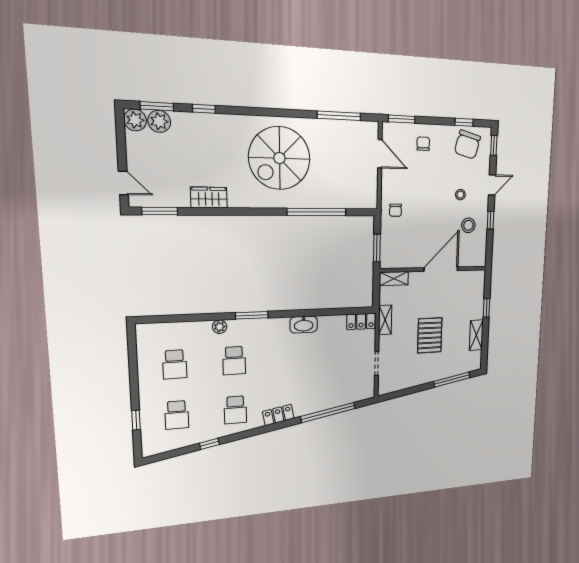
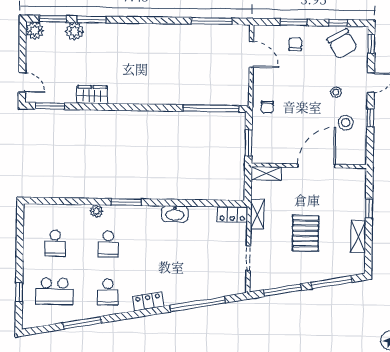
window: (204, 109) -> (91, 19), width x1.50
window: (402, 119) -> (294, 22), moved
plant: (159, 121) -> (74, 31), moved
chair: (467, 145) -> (342, 44), turned -45
spiral stairs: (279, 158) -> (156, 60), removed
window: (317, 212) -> (211, 108), moved
window: (408, 391) -> (282, 290), added
school desk: (177, 415) -> (54, 291), width x1.85
window: (209, 444) -> (82, 323), width x2.17

